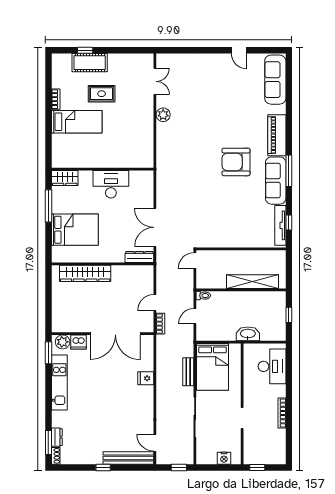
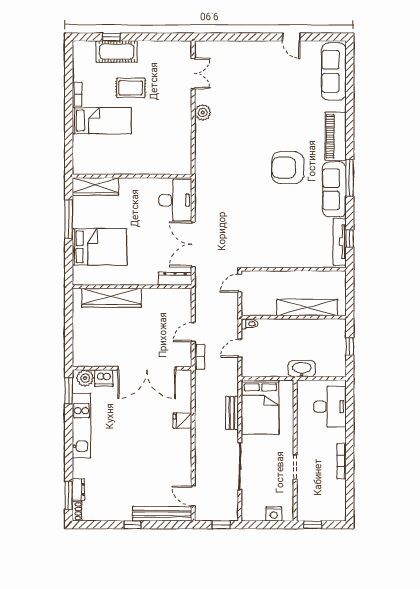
wardrobe: (65, 178) -> (95, 186), width x1.50
desk: (111, 184) -> (175, 200), moved, turned 90

